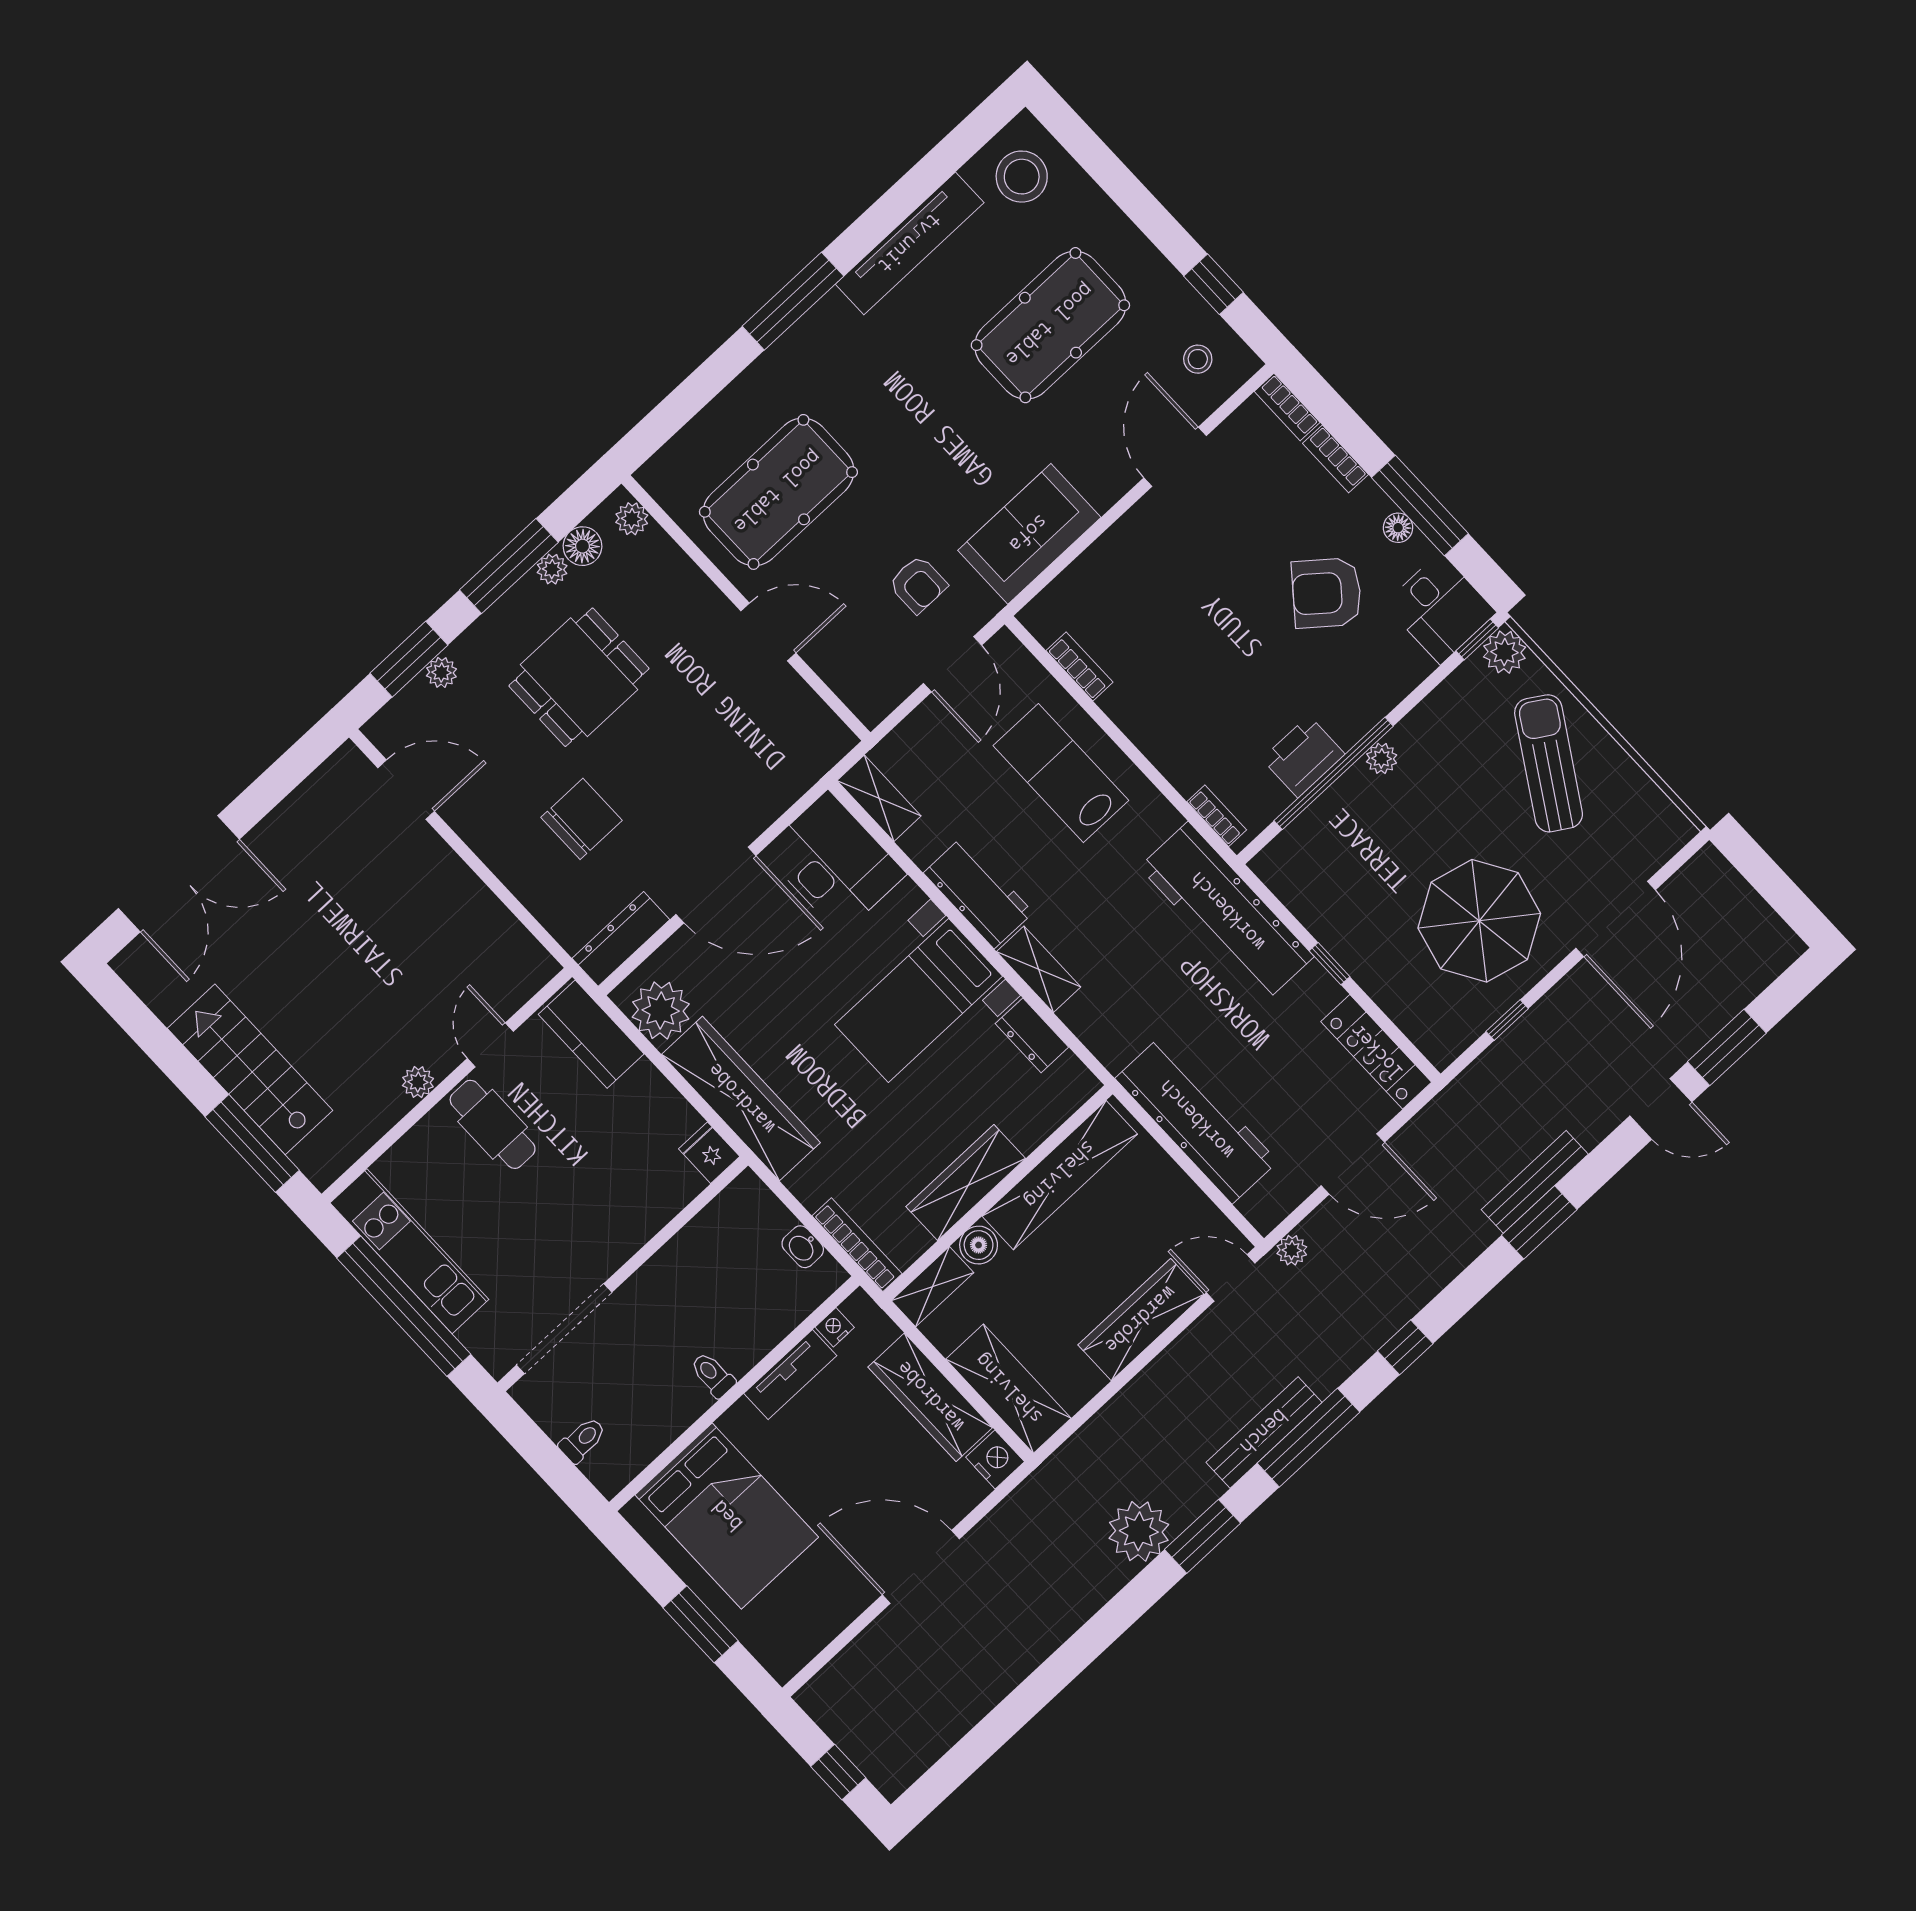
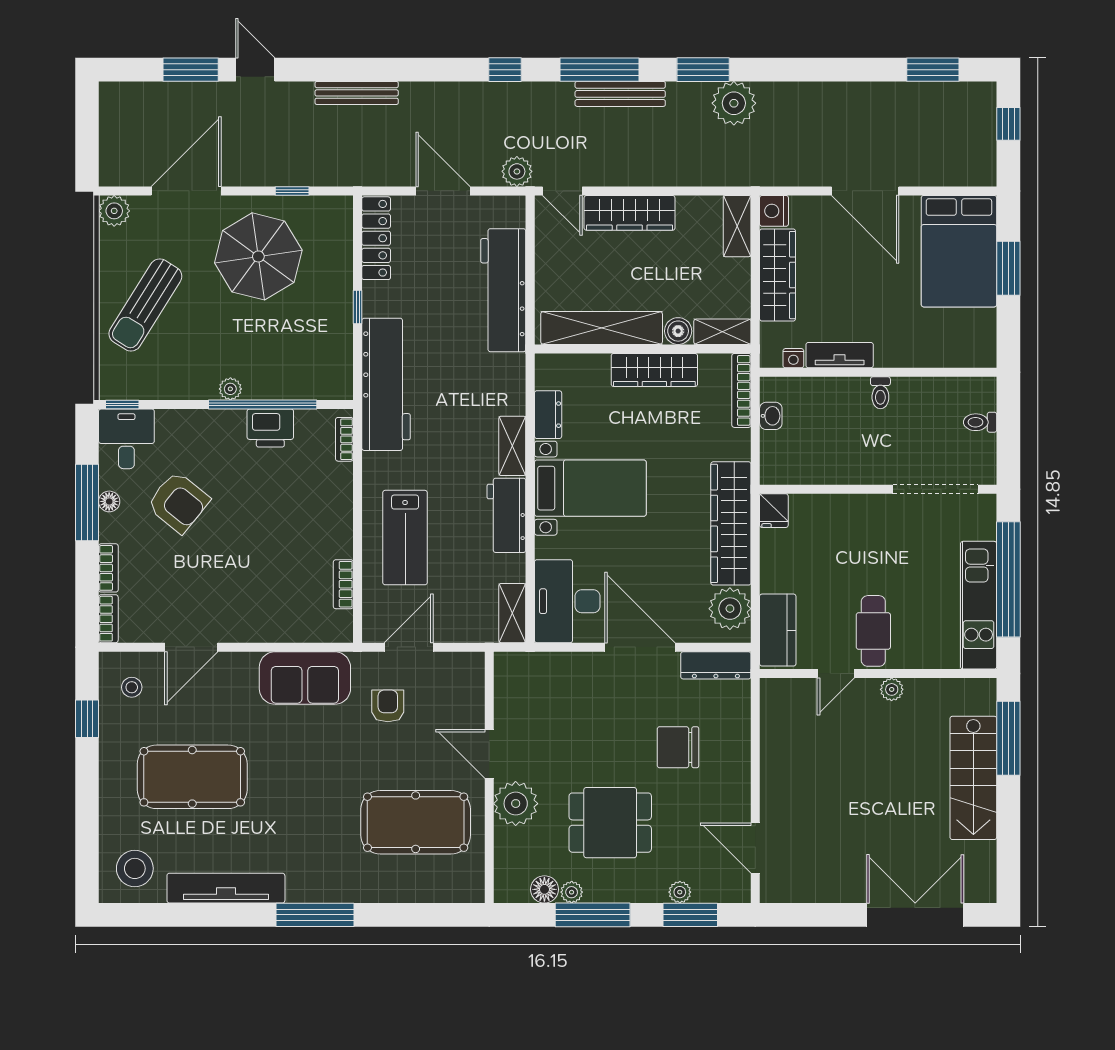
plant: (632, 519) -> (516, 804), moved, width x1.87, depth x1.87
plant: (1504, 652) -> (114, 211), moved
window: (1539, 1222) -> (933, 70), moved
plant: (1292, 1250) -> (517, 171), width x1.38, depth x1.38
shelving: (1008, 1389) -> (737, 226), width x0.67, depth x0.75
bed: (727, 1516) -> (959, 251), moved, turned 180

